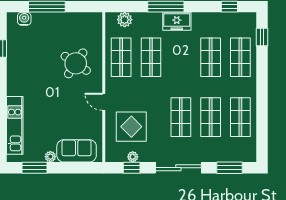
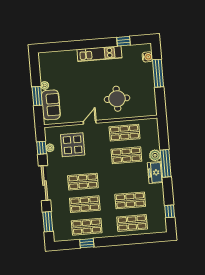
plant: (125, 20) -> (155, 155), moved
window: (262, 37) -> (87, 243), moved
round table: (76, 63) -> (117, 99), turned -34
kitchen unit: (15, 125) -> (99, 54), moved
window: (34, 168) -> (37, 96), moved

